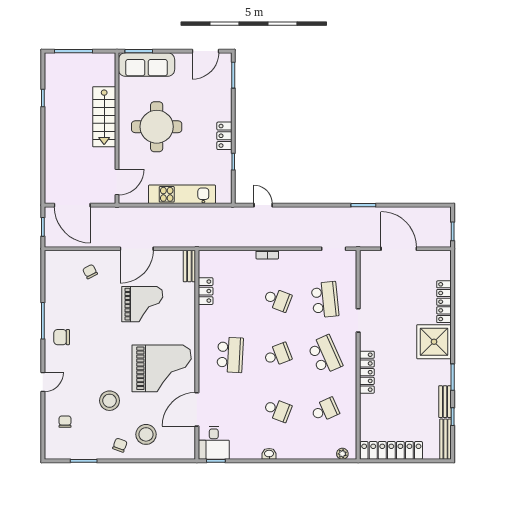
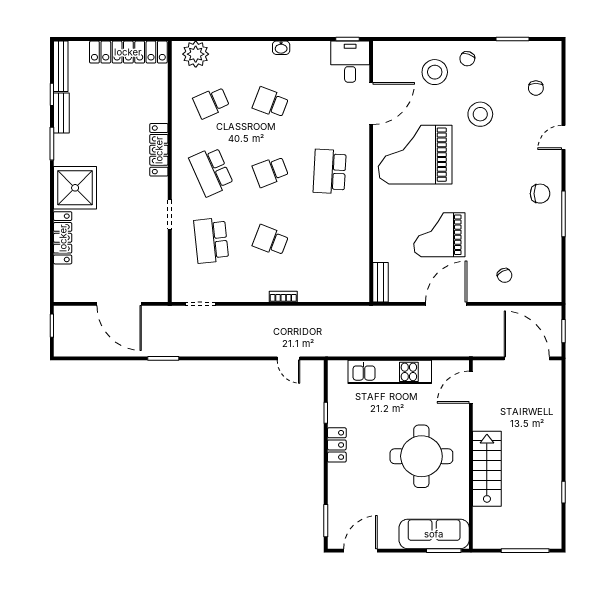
locker: (206, 291) -> (360, 251), removed
plant: (342, 454) -> (196, 54), width x1.88, depth x1.88

